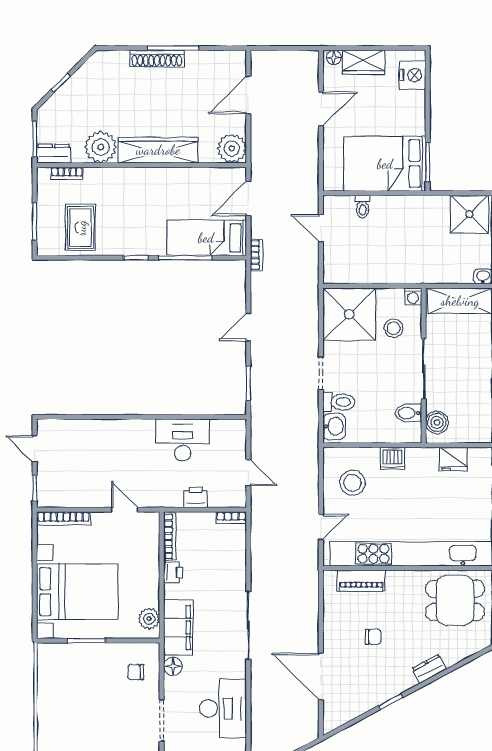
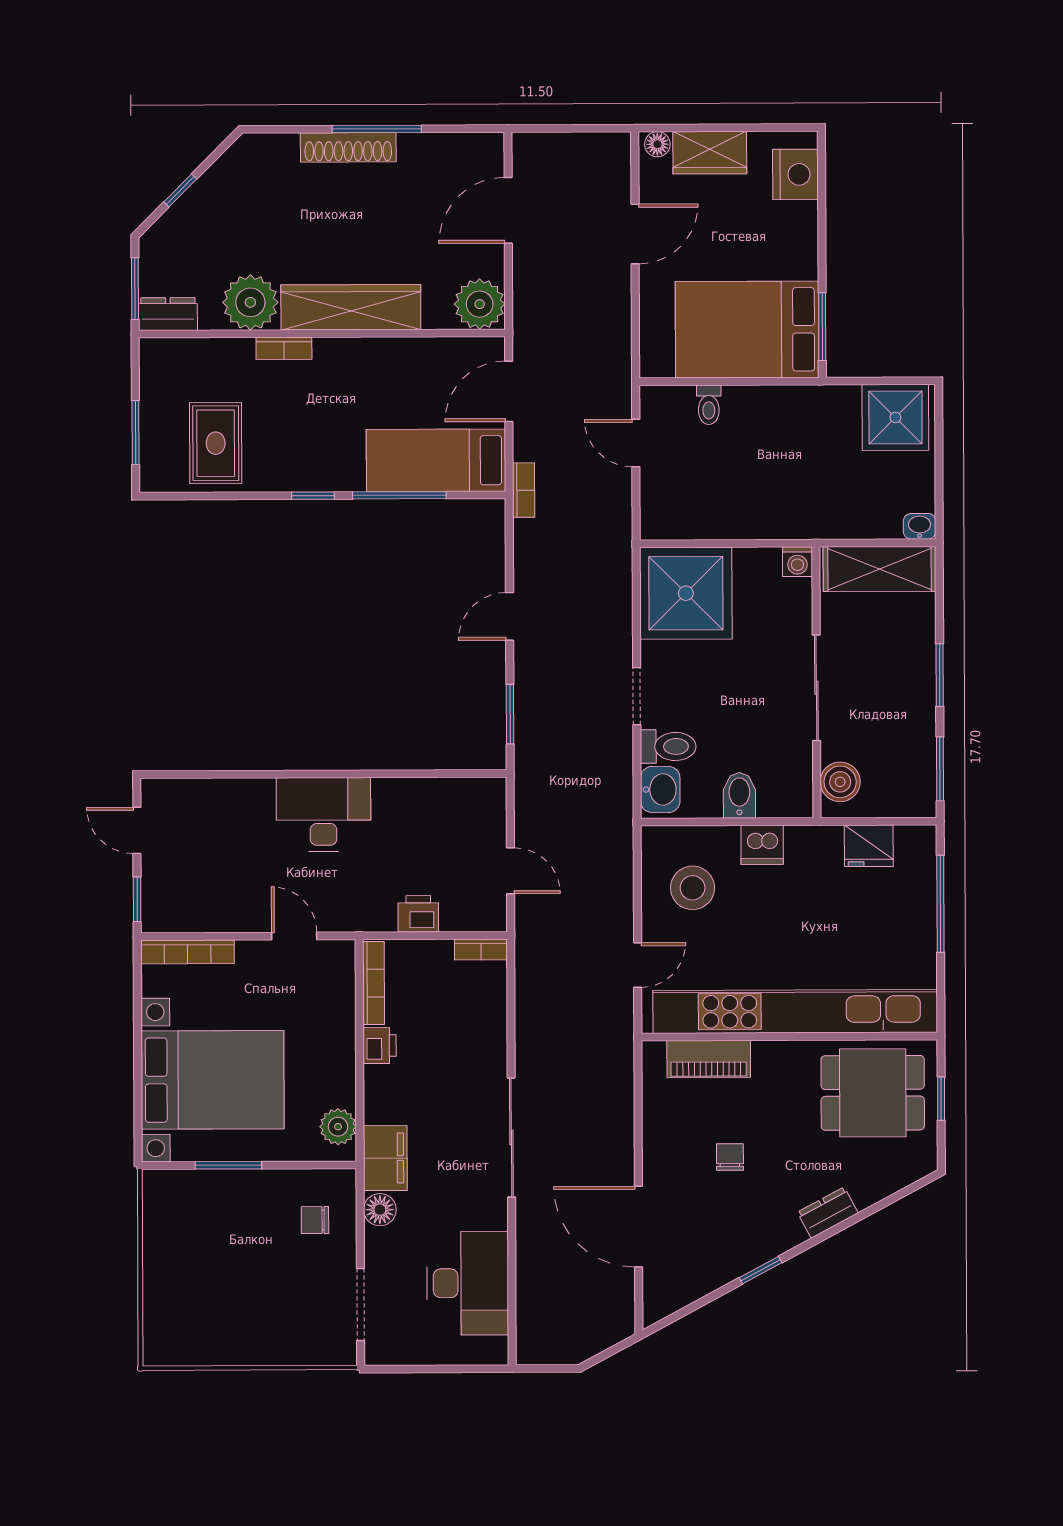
bookcase: (67, 173) -> (284, 348), moved
stool: (394, 328) -> (764, 618), removed
bidet: (408, 413) -> (739, 795), moved, turned 90
desk: (183, 440) -> (323, 814), moved
filing cabinet: (178, 627) -> (385, 1158), width x0.67, depth x0.86
chair: (373, 637) -> (730, 1157), turned -90

